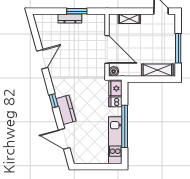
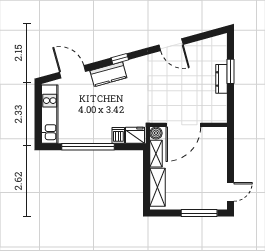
window: (77, 11) -> (231, 71), moved
shelving: (129, 19) -> (156, 154), moved
window: (178, 48) -> (199, 213), moved
door: (64, 139) -> (73, 72), hinge flipped
kitchen unit: (115, 140) -> (50, 114), moved, turned 90

